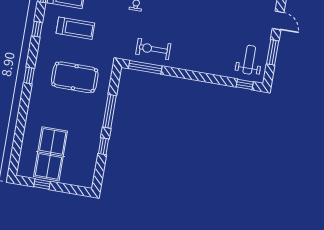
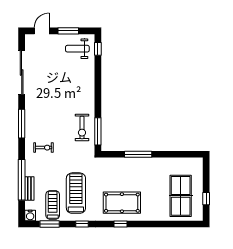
treadmill: (75, 28) -> (76, 193), width x1.37, depth x1.38
pool table: (75, 77) -> (122, 203), moved, turned 90
window: (103, 146) -> (167, 154), removed
table tennis table: (51, 154) -> (181, 196), turned 90

